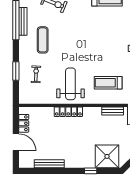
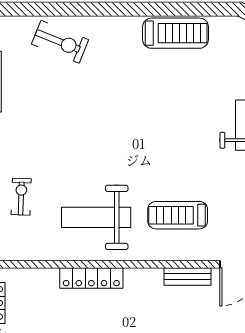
exercise mat: (43, 40) -> (36, 122), removed
weight bench: (70, 84) -> (96, 217), turned -90

